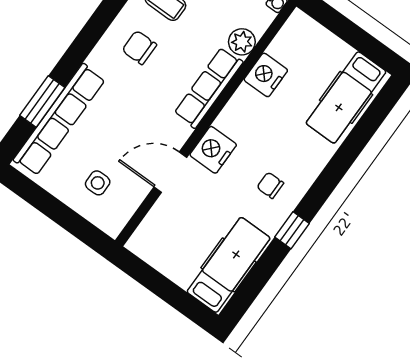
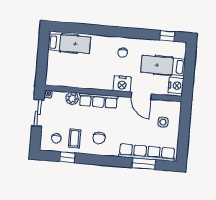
nightstand: (266, 75) -> (176, 85), moved, turned -90
window: (292, 230) -> (167, 36), moved
hospital bed: (229, 265) -> (163, 66), moved

